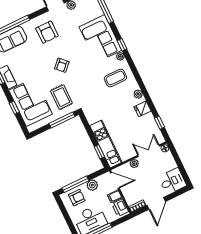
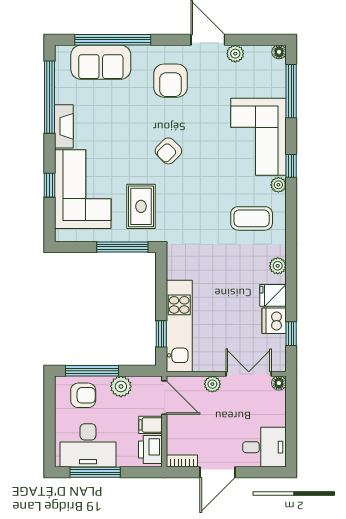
dishwasher: (149, 120) -> (274, 321), added

